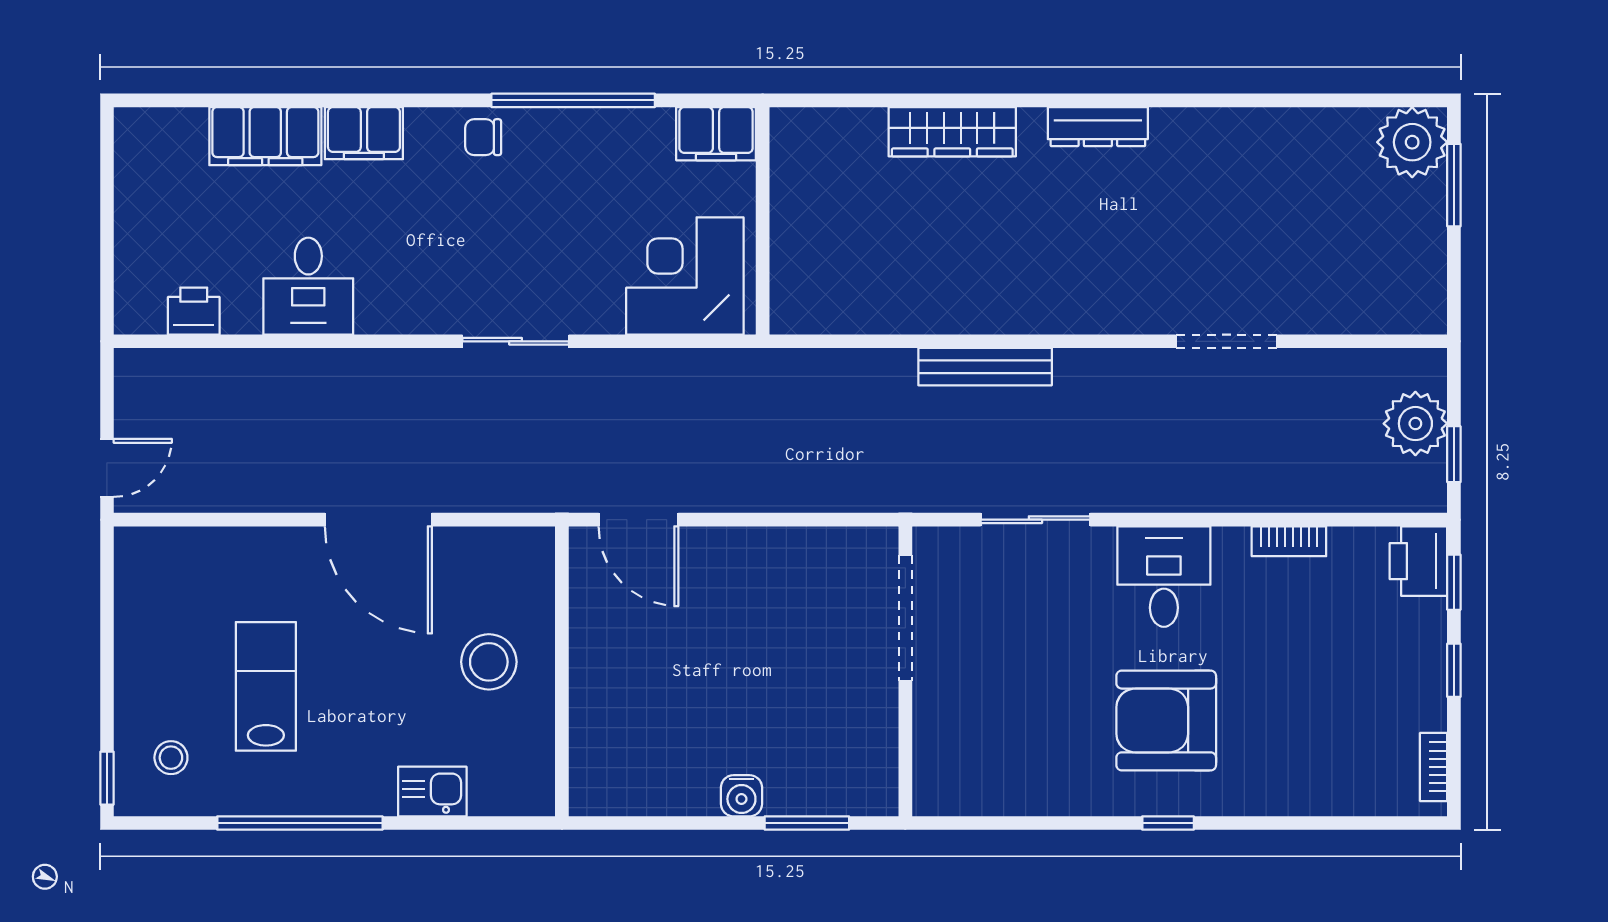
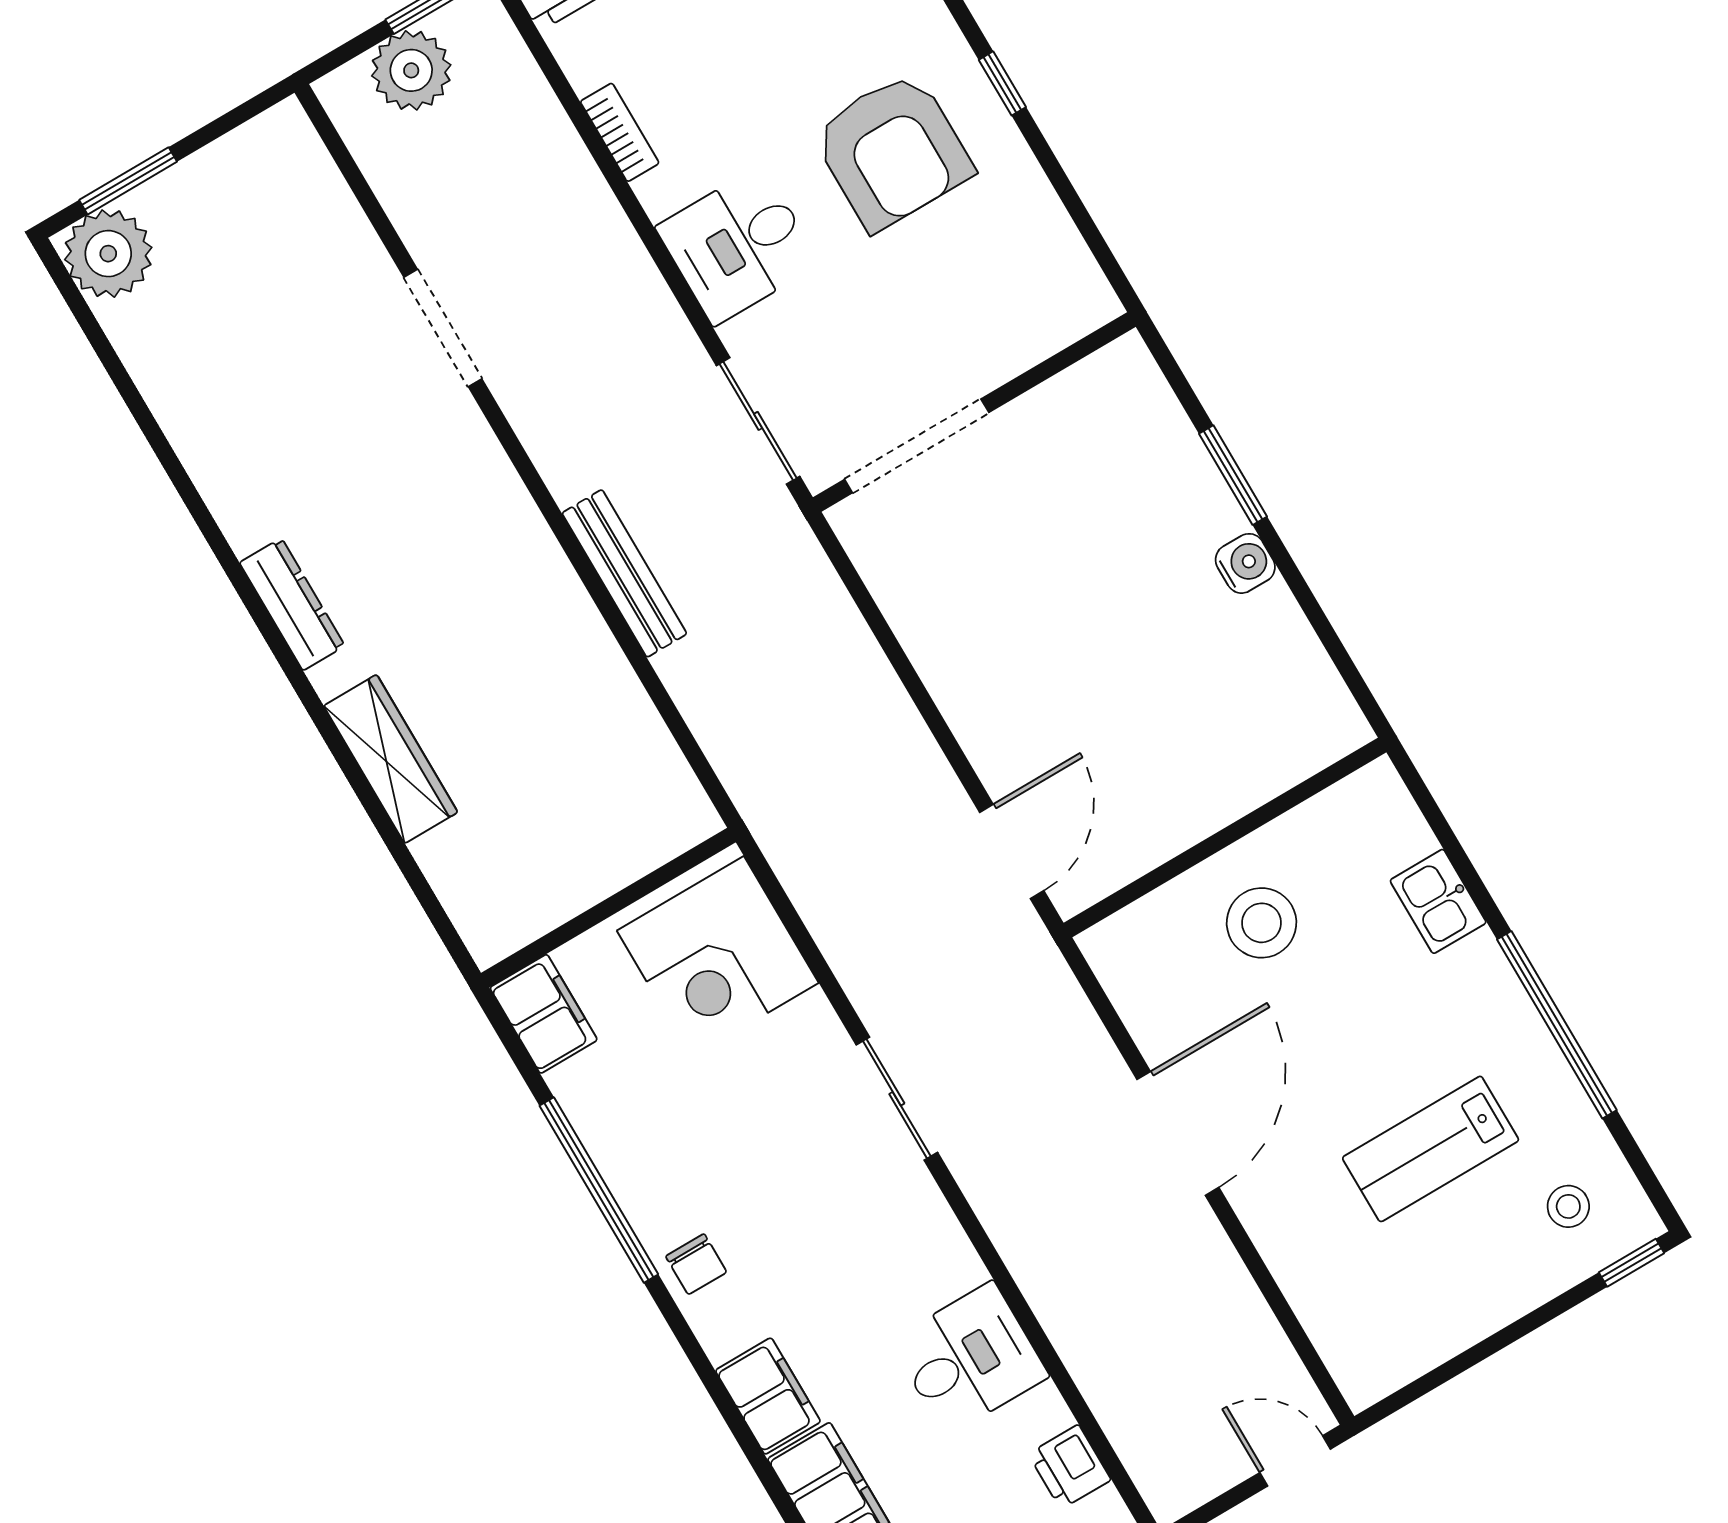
doorway: (905, 618) -> (917, 446), moved
wall: (905, 671) -> (974, 412), moved

